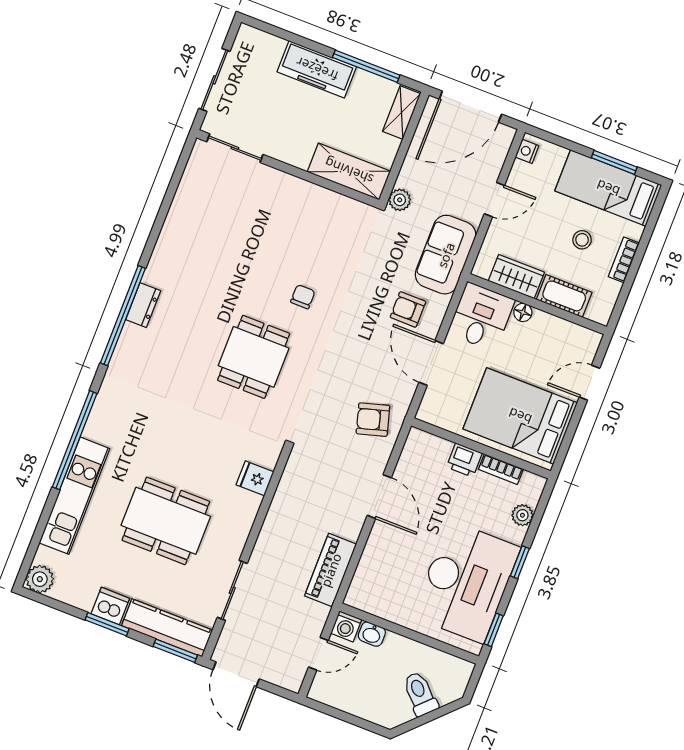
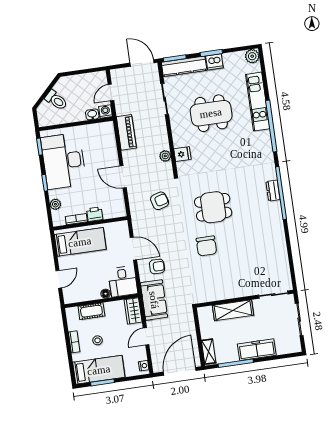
shelving: (349, 171) -> (233, 310), moved
plant: (400, 200) -> (165, 156), moved
wardrobe: (516, 277) -> (133, 311), moved, turned 90
chair: (303, 297) -> (206, 246), width x1.87, depth x1.87
dresser: (143, 305) -> (273, 191), moved
dining table: (254, 357) -> (213, 207), turned 90
bed: (520, 416) -> (80, 242), width x0.67
armchair: (373, 420) -> (160, 201), moved

